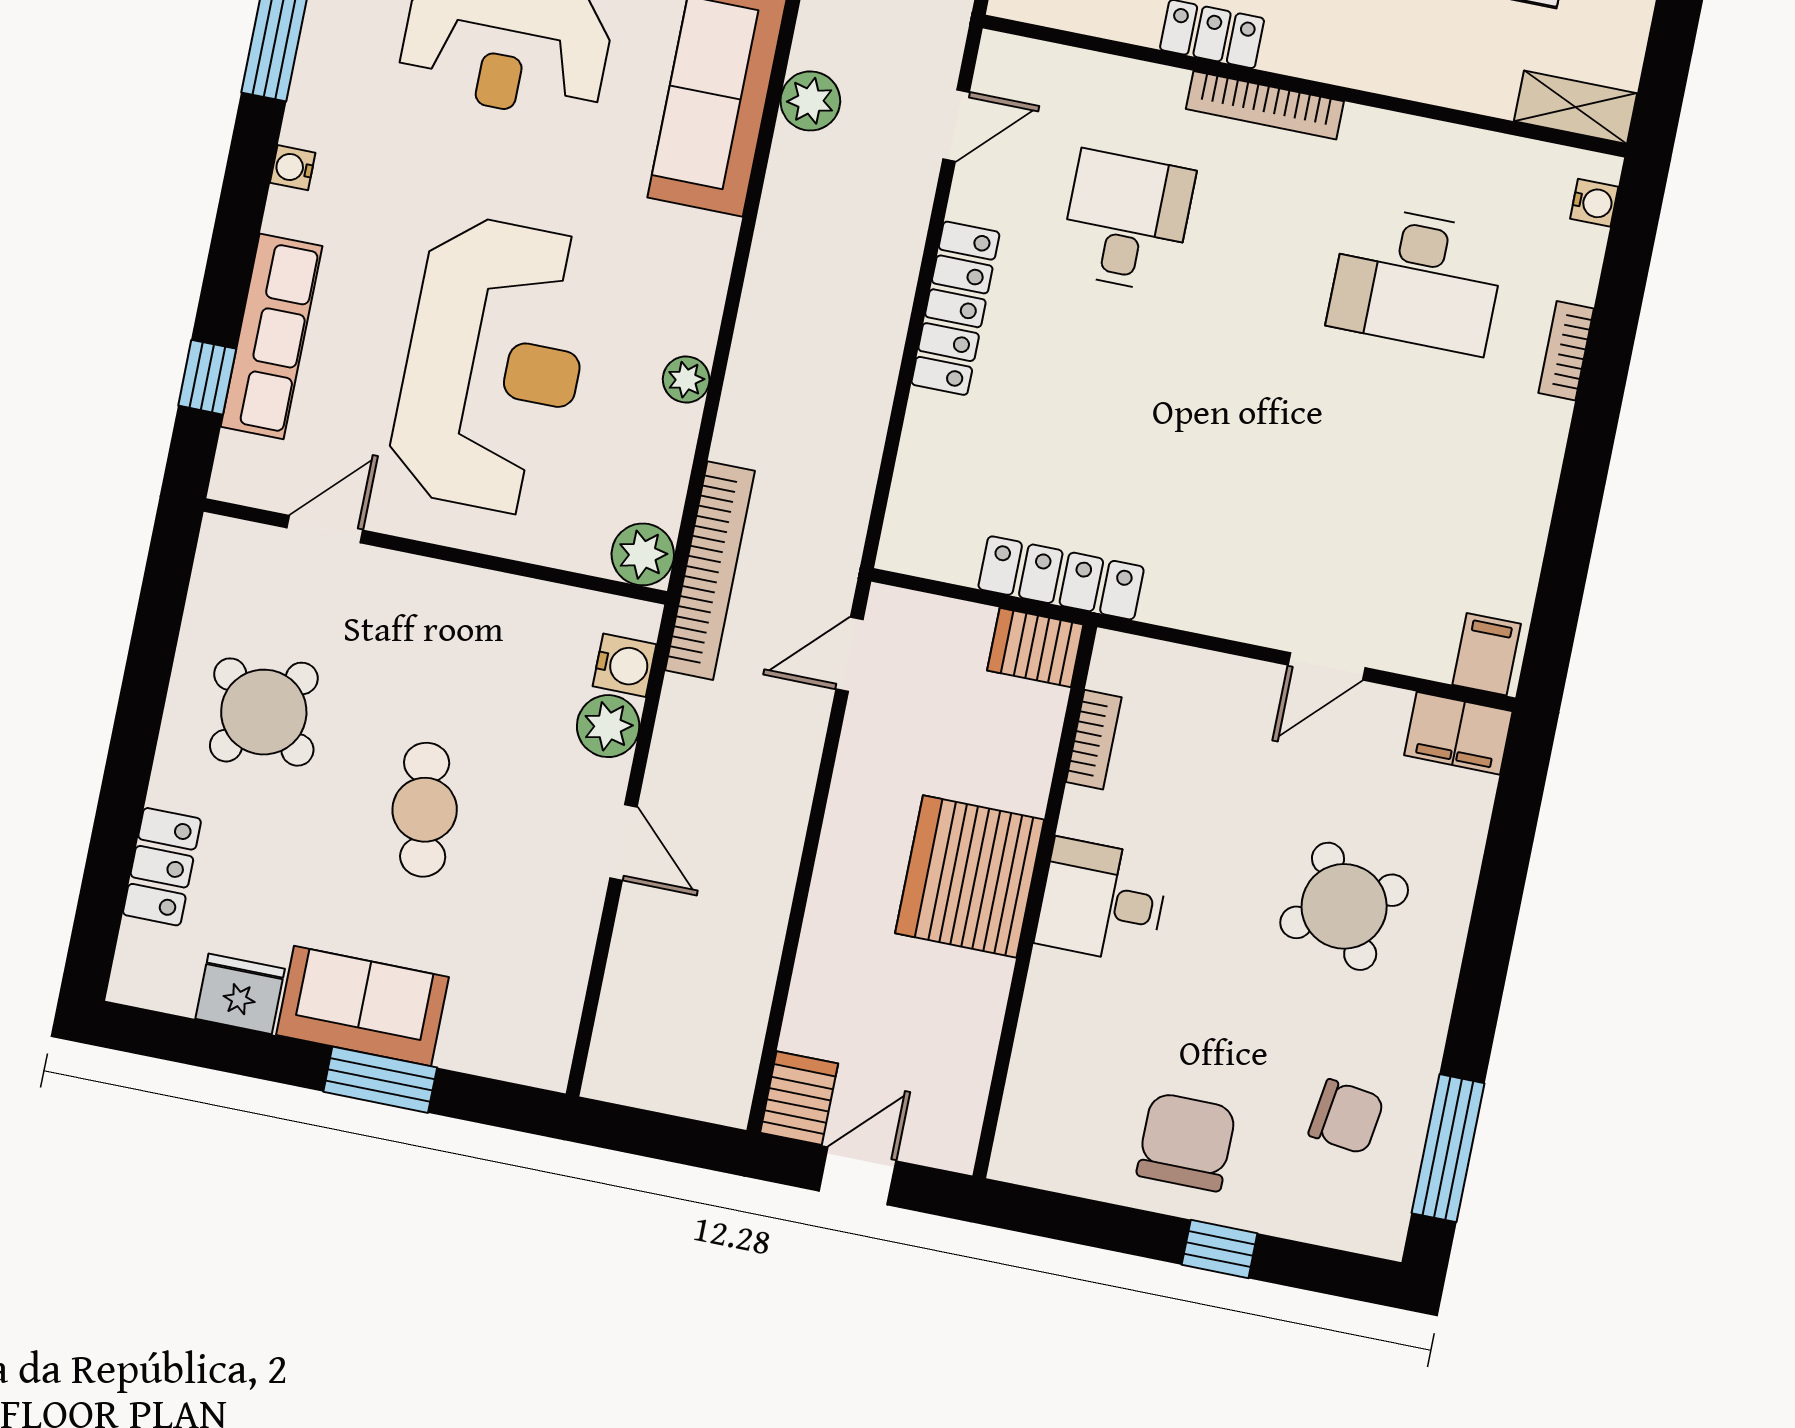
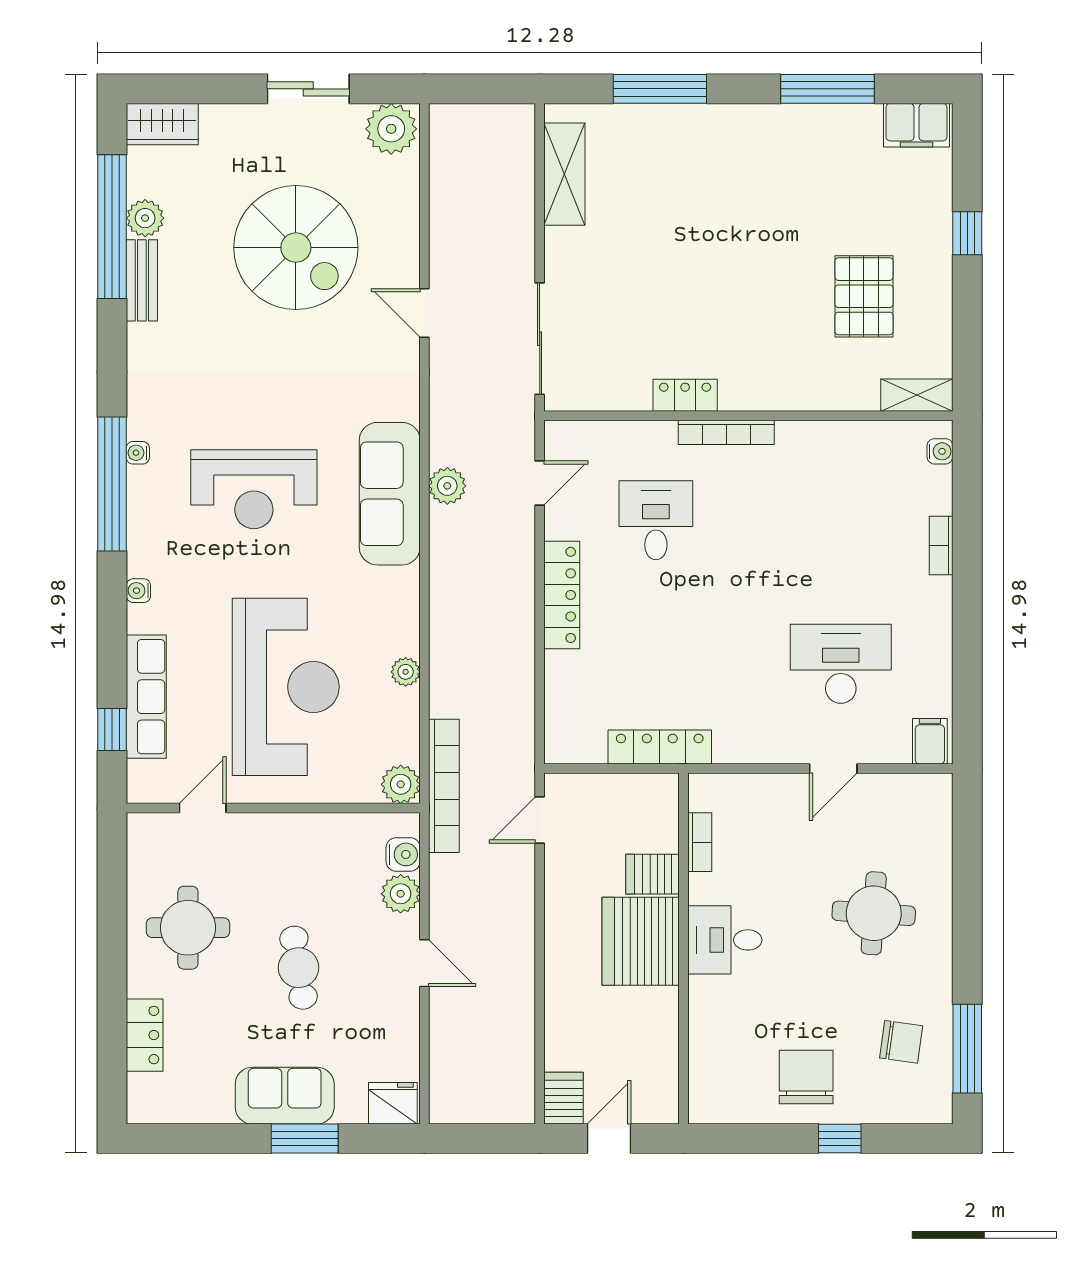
desk: (1417, 280) -> (841, 664), moved, turned 180
server rack: (1035, 648) -> (653, 874), moved
round table: (264, 712) -> (188, 928), turned -37
filing cabinet: (1458, 733) -> (922, 793), removed
round table: (1344, 906) -> (874, 913), turned 34
fridge: (240, 994) -> (393, 1103), moved

